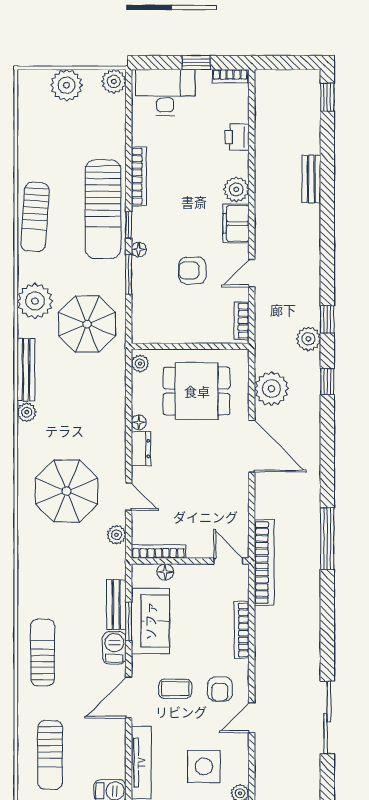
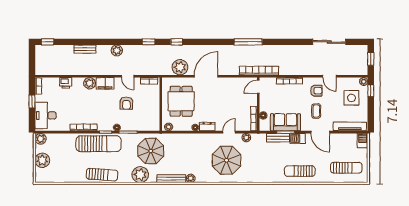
plant: (308, 339) -> (117, 50), moved

